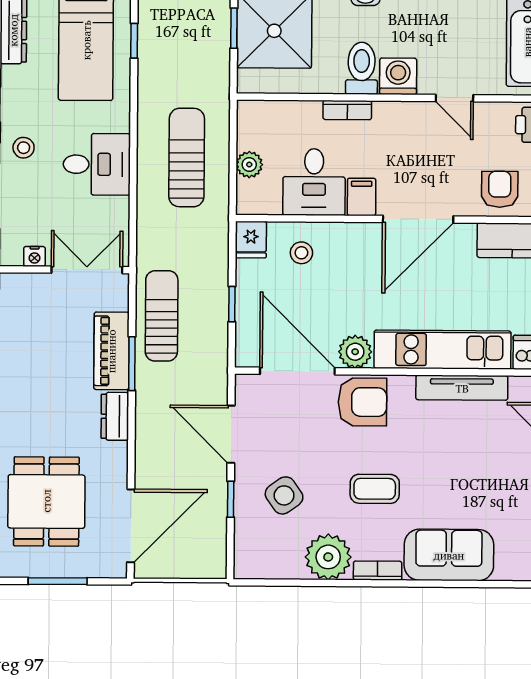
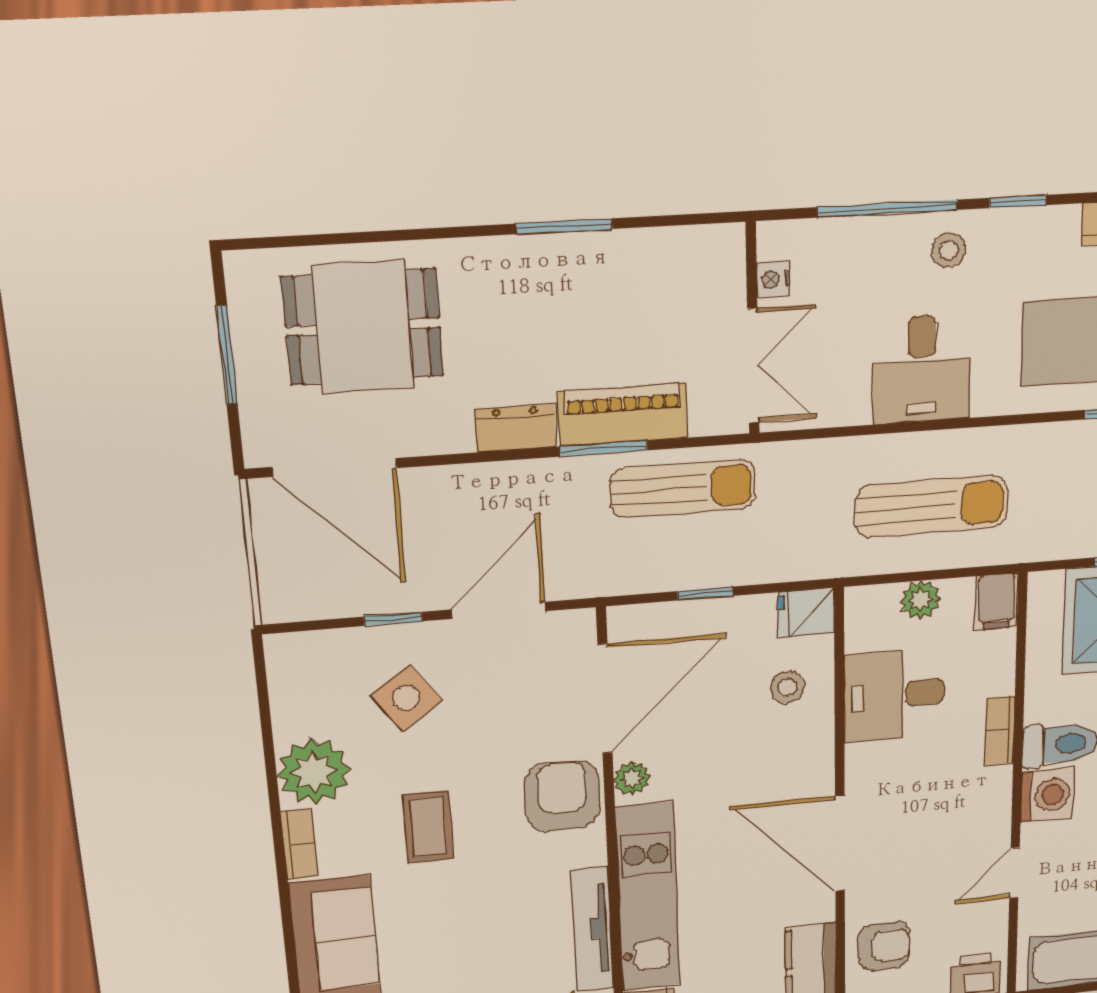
filing cabinet: (362, 197) -> (997, 602), moved, turned 90
plant: (355, 352) -> (632, 779), width x0.73, depth x0.73
armchair: (362, 402) -> (562, 796), turned 180

